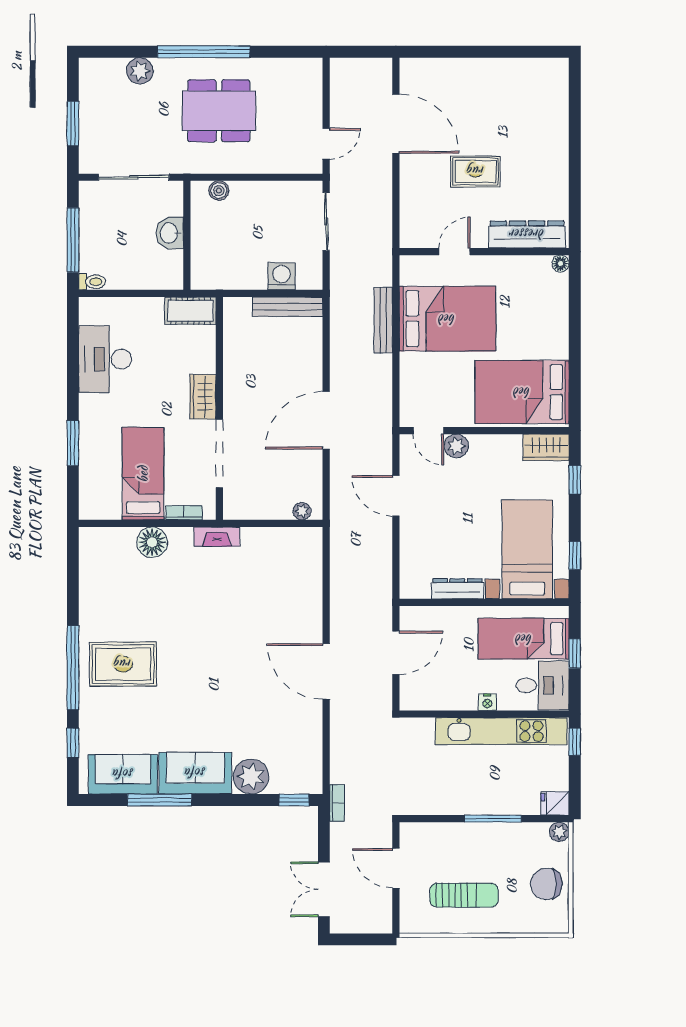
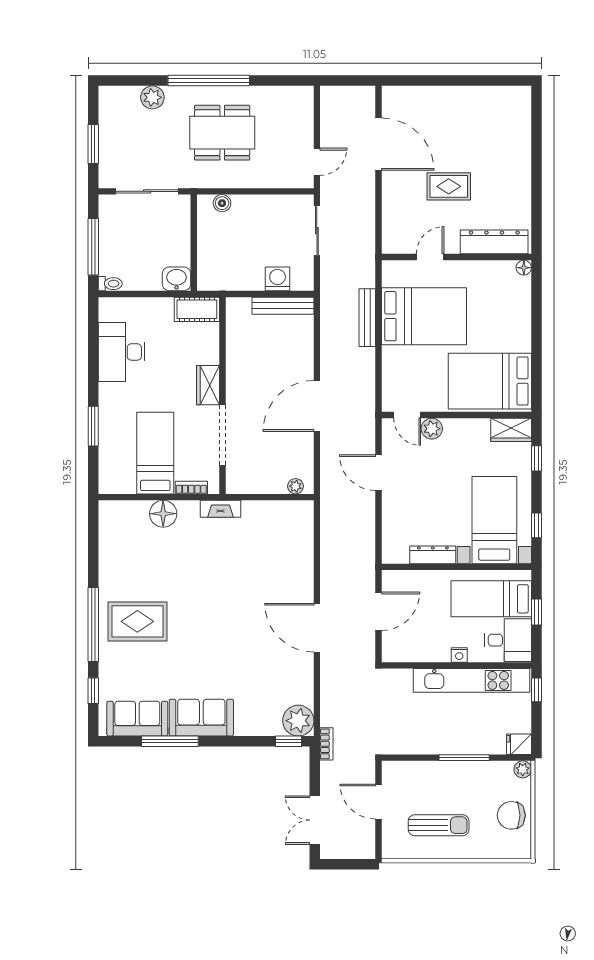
washbasin: (170, 233) -> (177, 279), moved, turned 90
plant: (251, 777) -> (298, 721), moved

